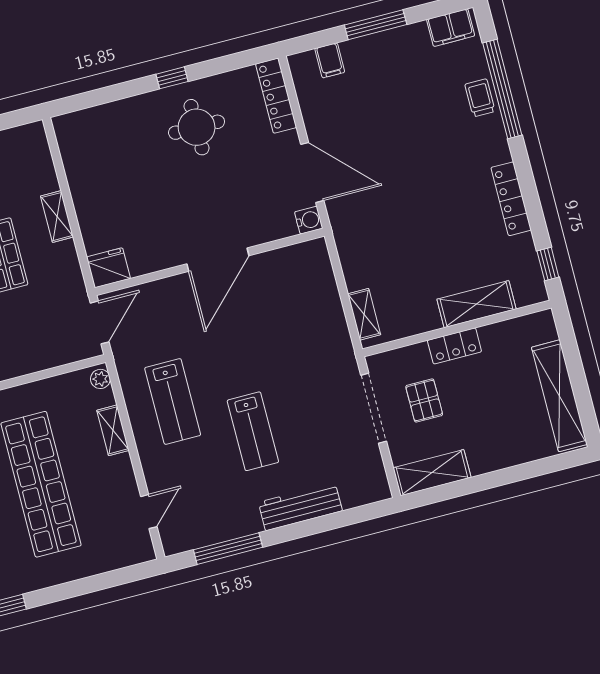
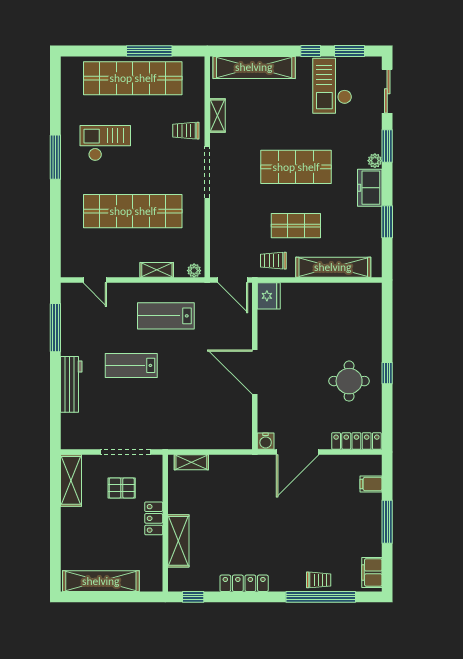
shelving: (57, 217) -> (333, 267), width x2.20, depth x1.33
trolley: (59, 274) -> (273, 261), added

